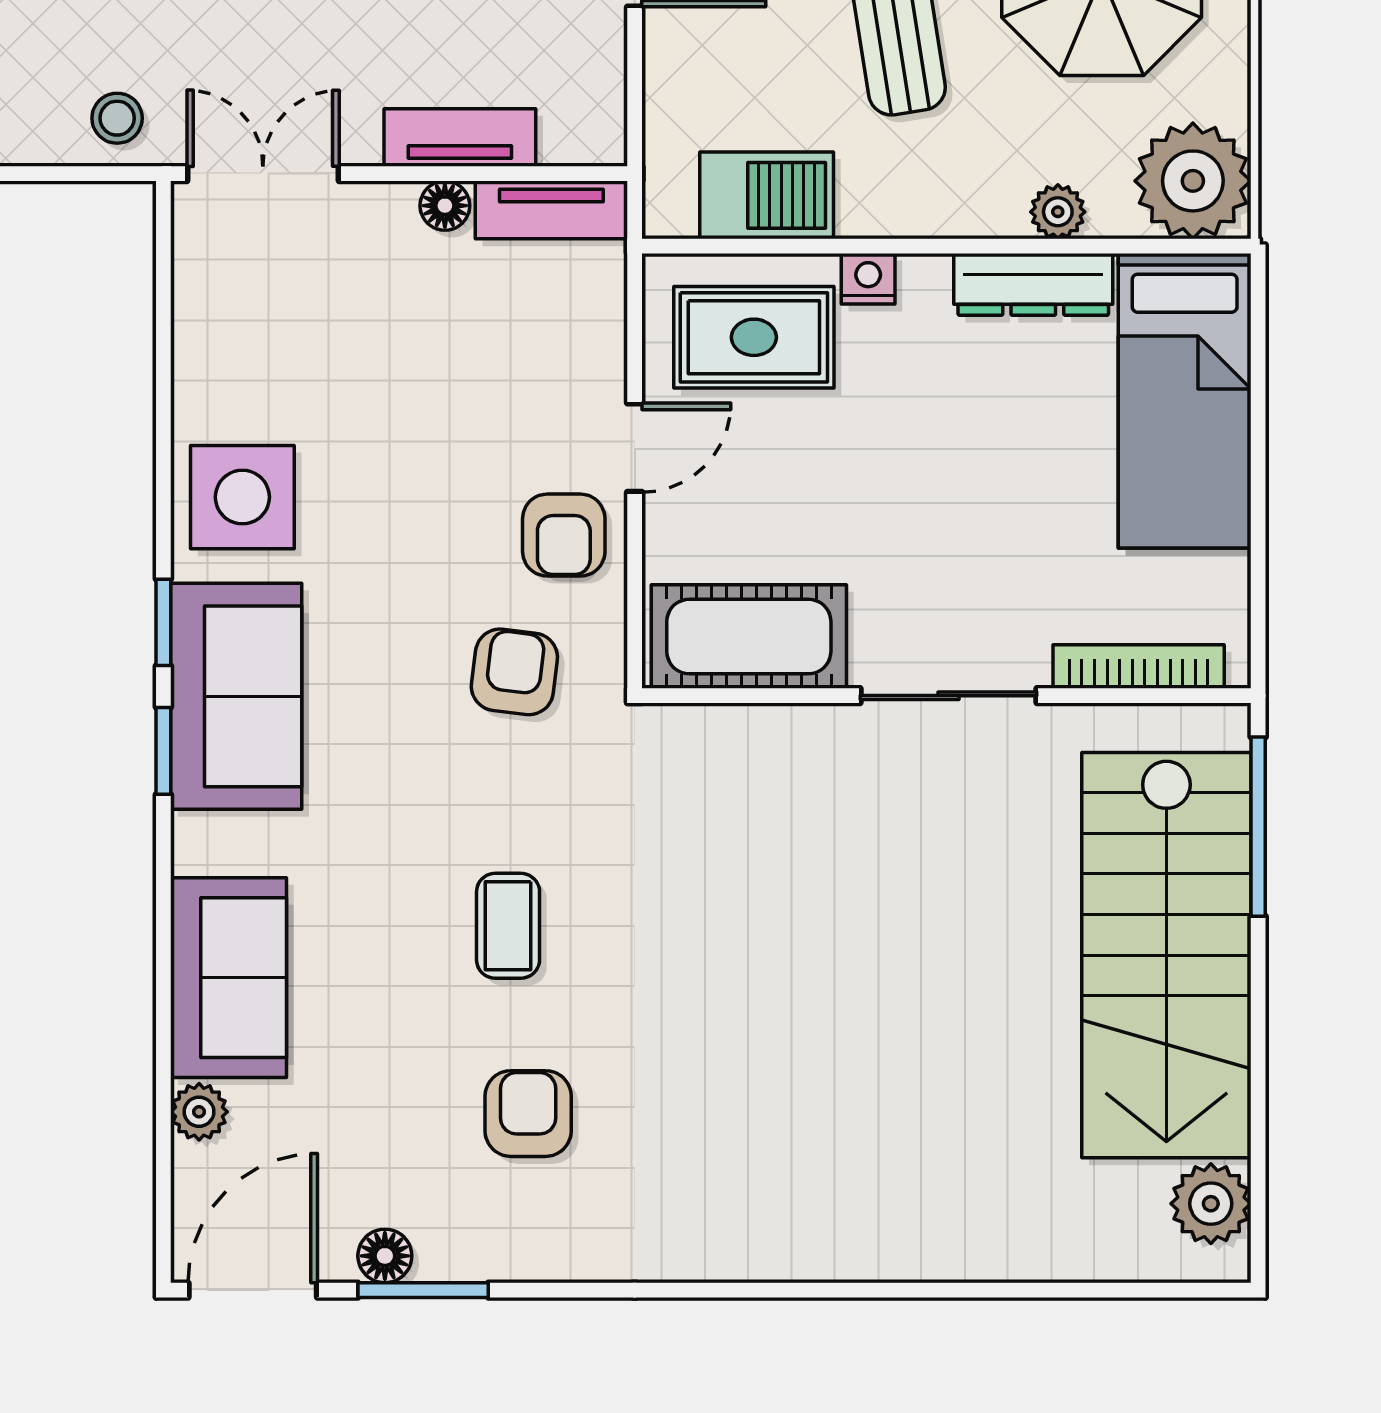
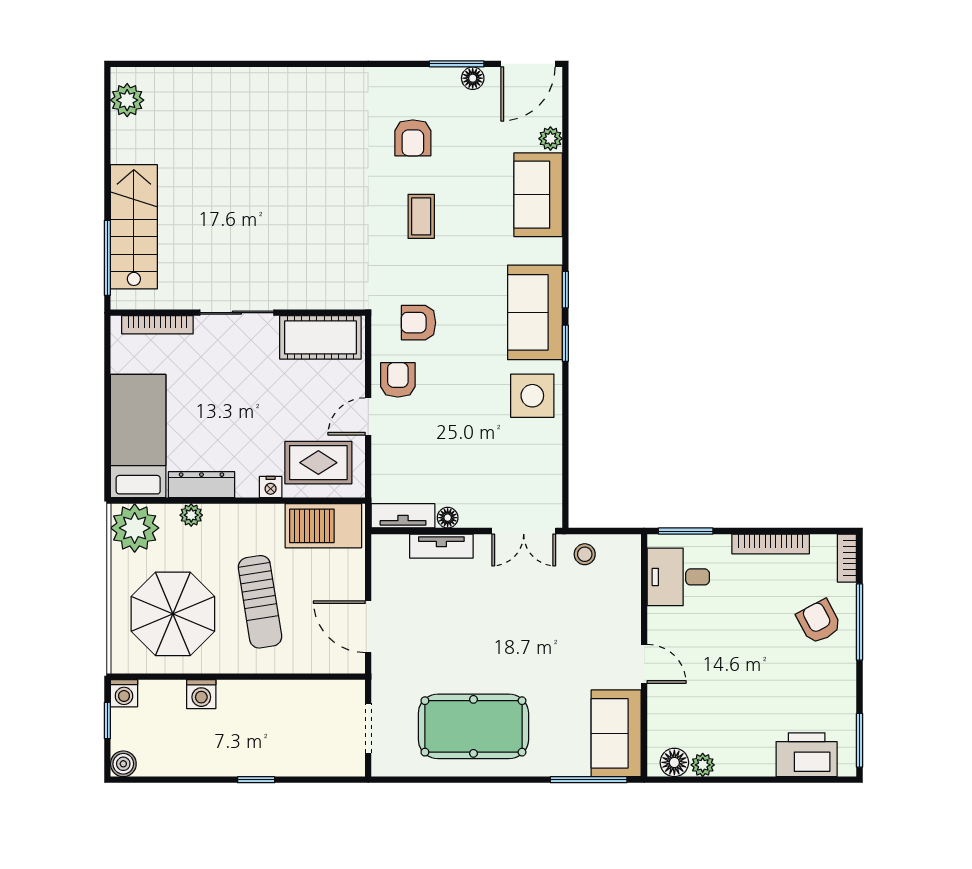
barbecue: (767, 195) -> (323, 526), width x1.37, depth x1.21
armchair: (514, 672) -> (419, 323), turned 83
stairs: (1166, 955) -> (134, 227), width x0.73, depth x0.66

